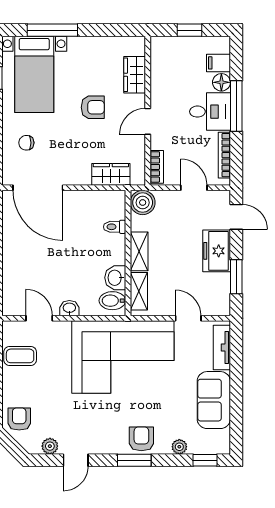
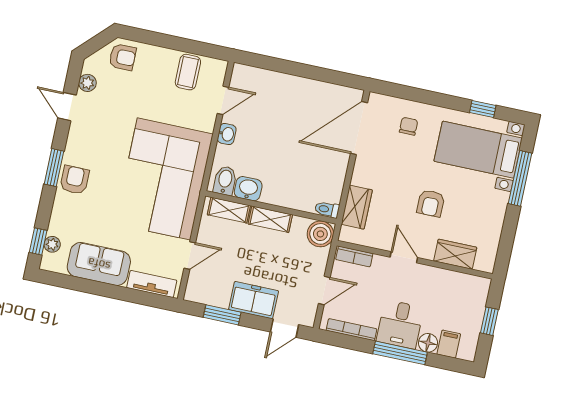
toilet: (115, 227) -> (327, 209), moved, turned -90
armchair: (141, 439) -> (75, 180), turned -90
plant: (179, 447) -> (52, 244), moved

